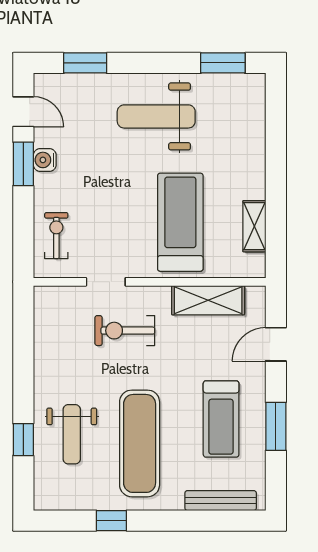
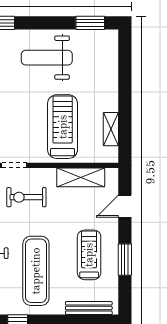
treadmill: (221, 419) -> (89, 255), turned 180

